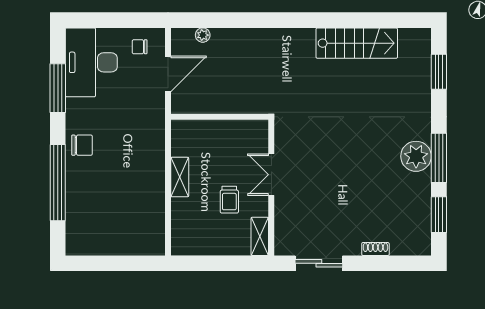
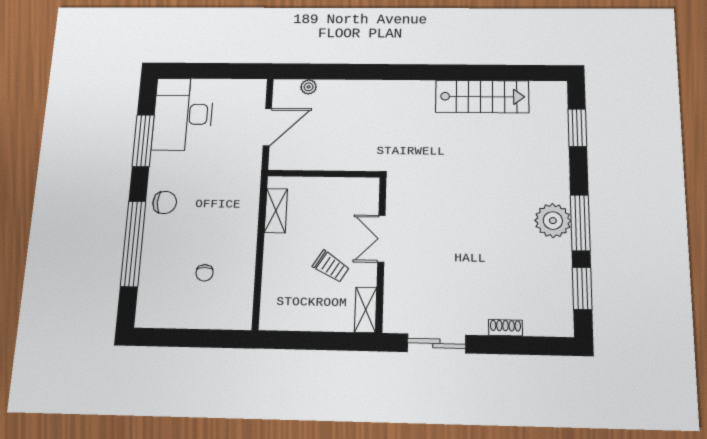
chair: (140, 47) -> (205, 273), moved, turned -90
shelving: (180, 177) -> (276, 211), moved
trolley: (229, 200) -> (331, 266), turned -58

